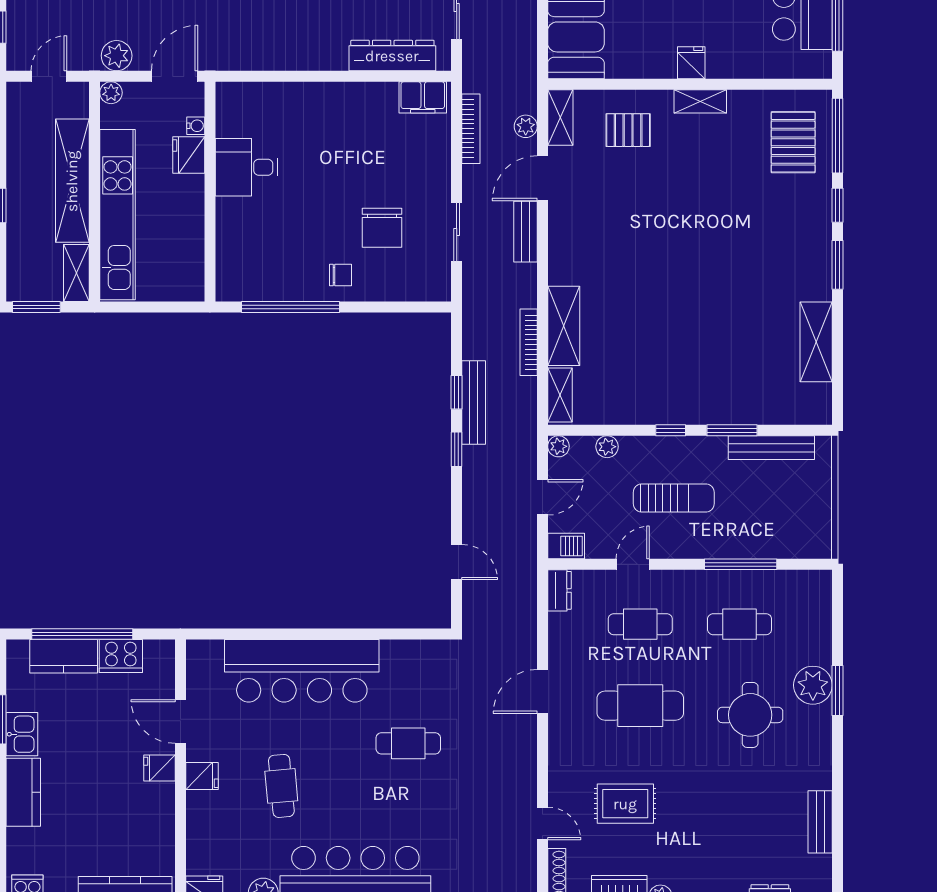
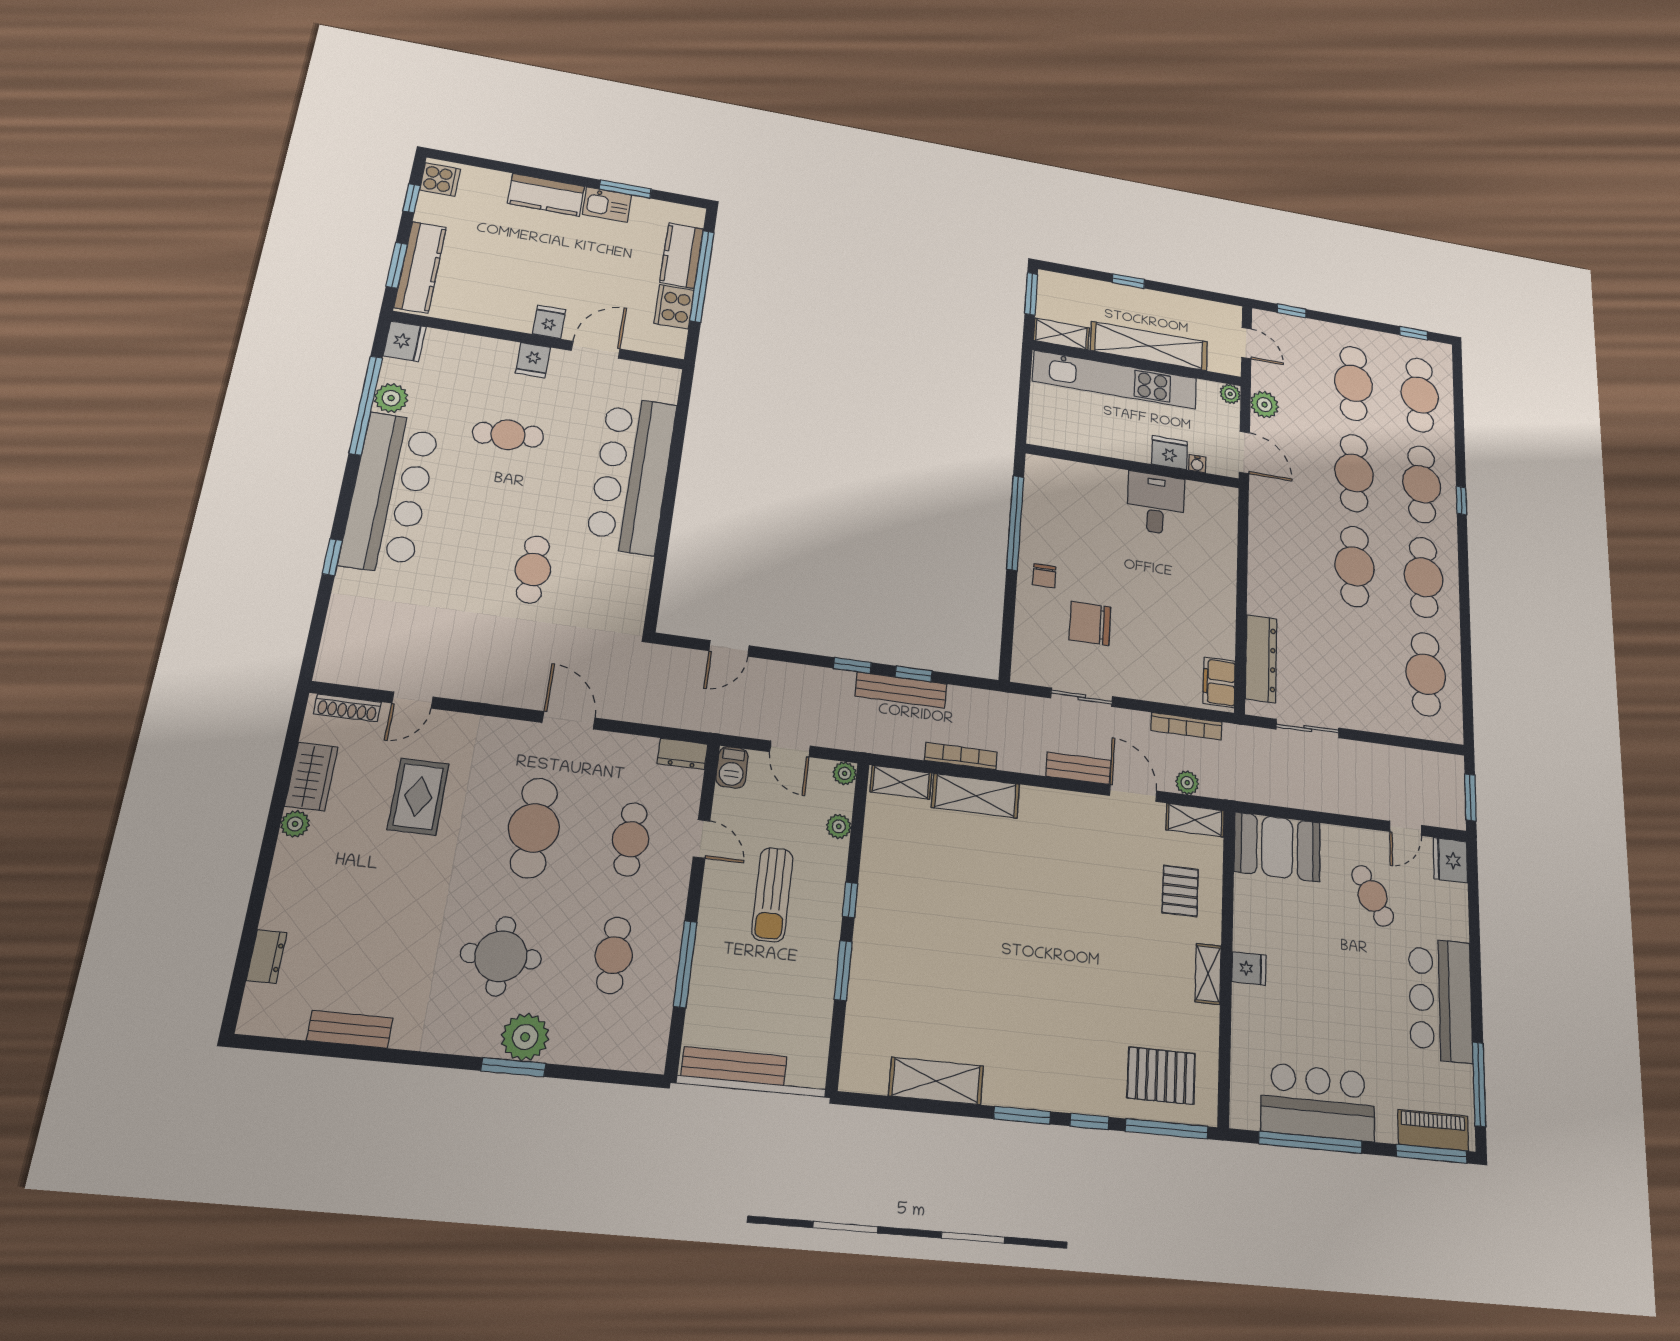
bench: (771, 448) -> (734, 1066), moved, turned 90

